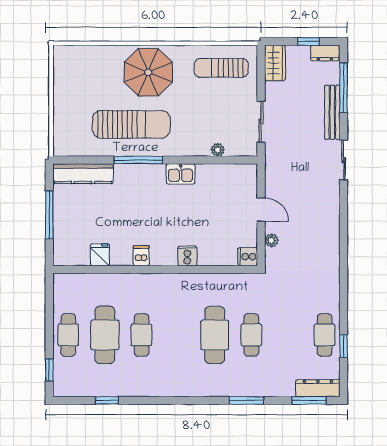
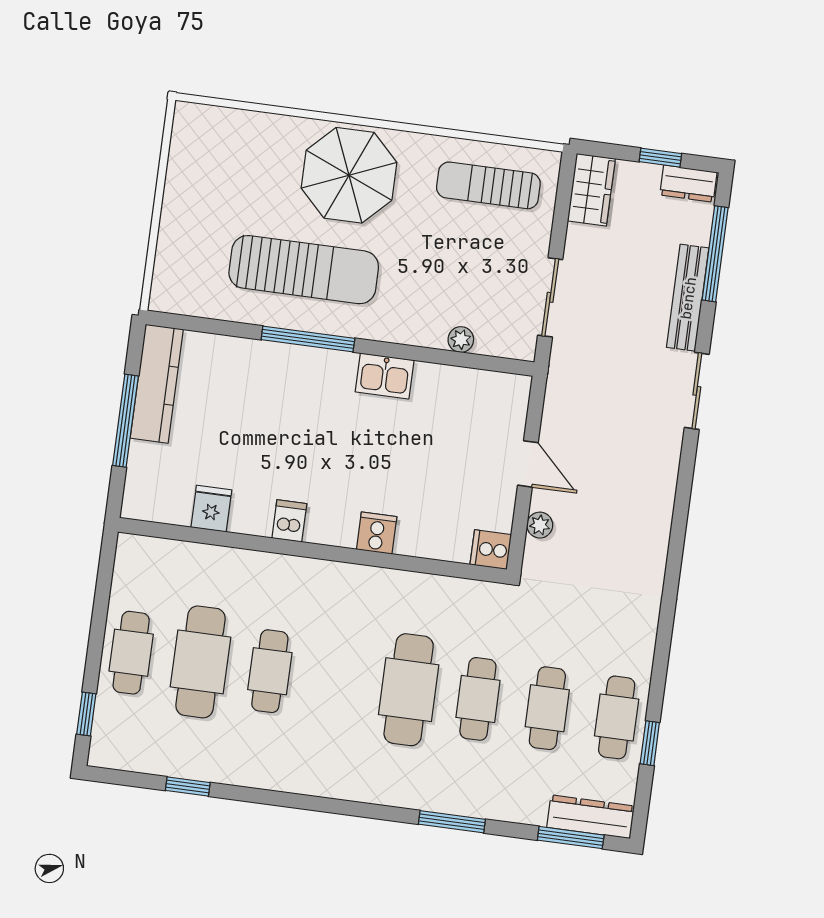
kitchen counter: (83, 174) -> (157, 384), moved, turned -90
cafe table: (288, 335) -> (547, 708), added

